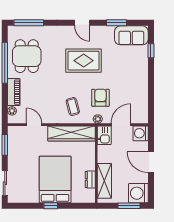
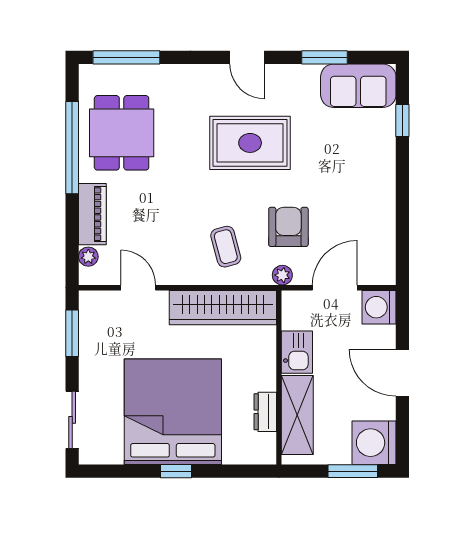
kitchen sink: (104, 135) -> (297, 352), moved
bed: (55, 179) -> (173, 412), width x1.36

